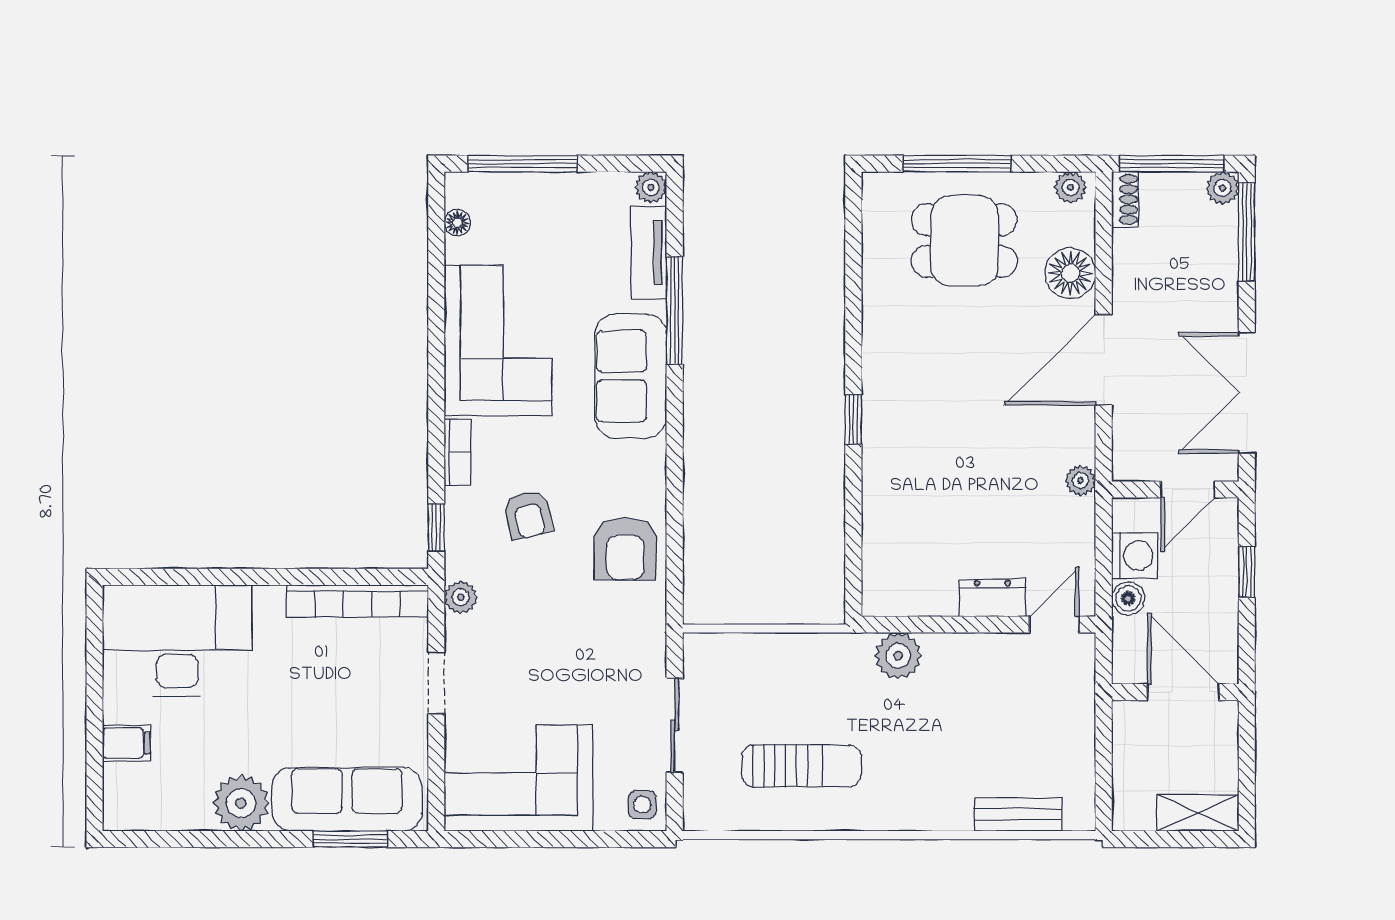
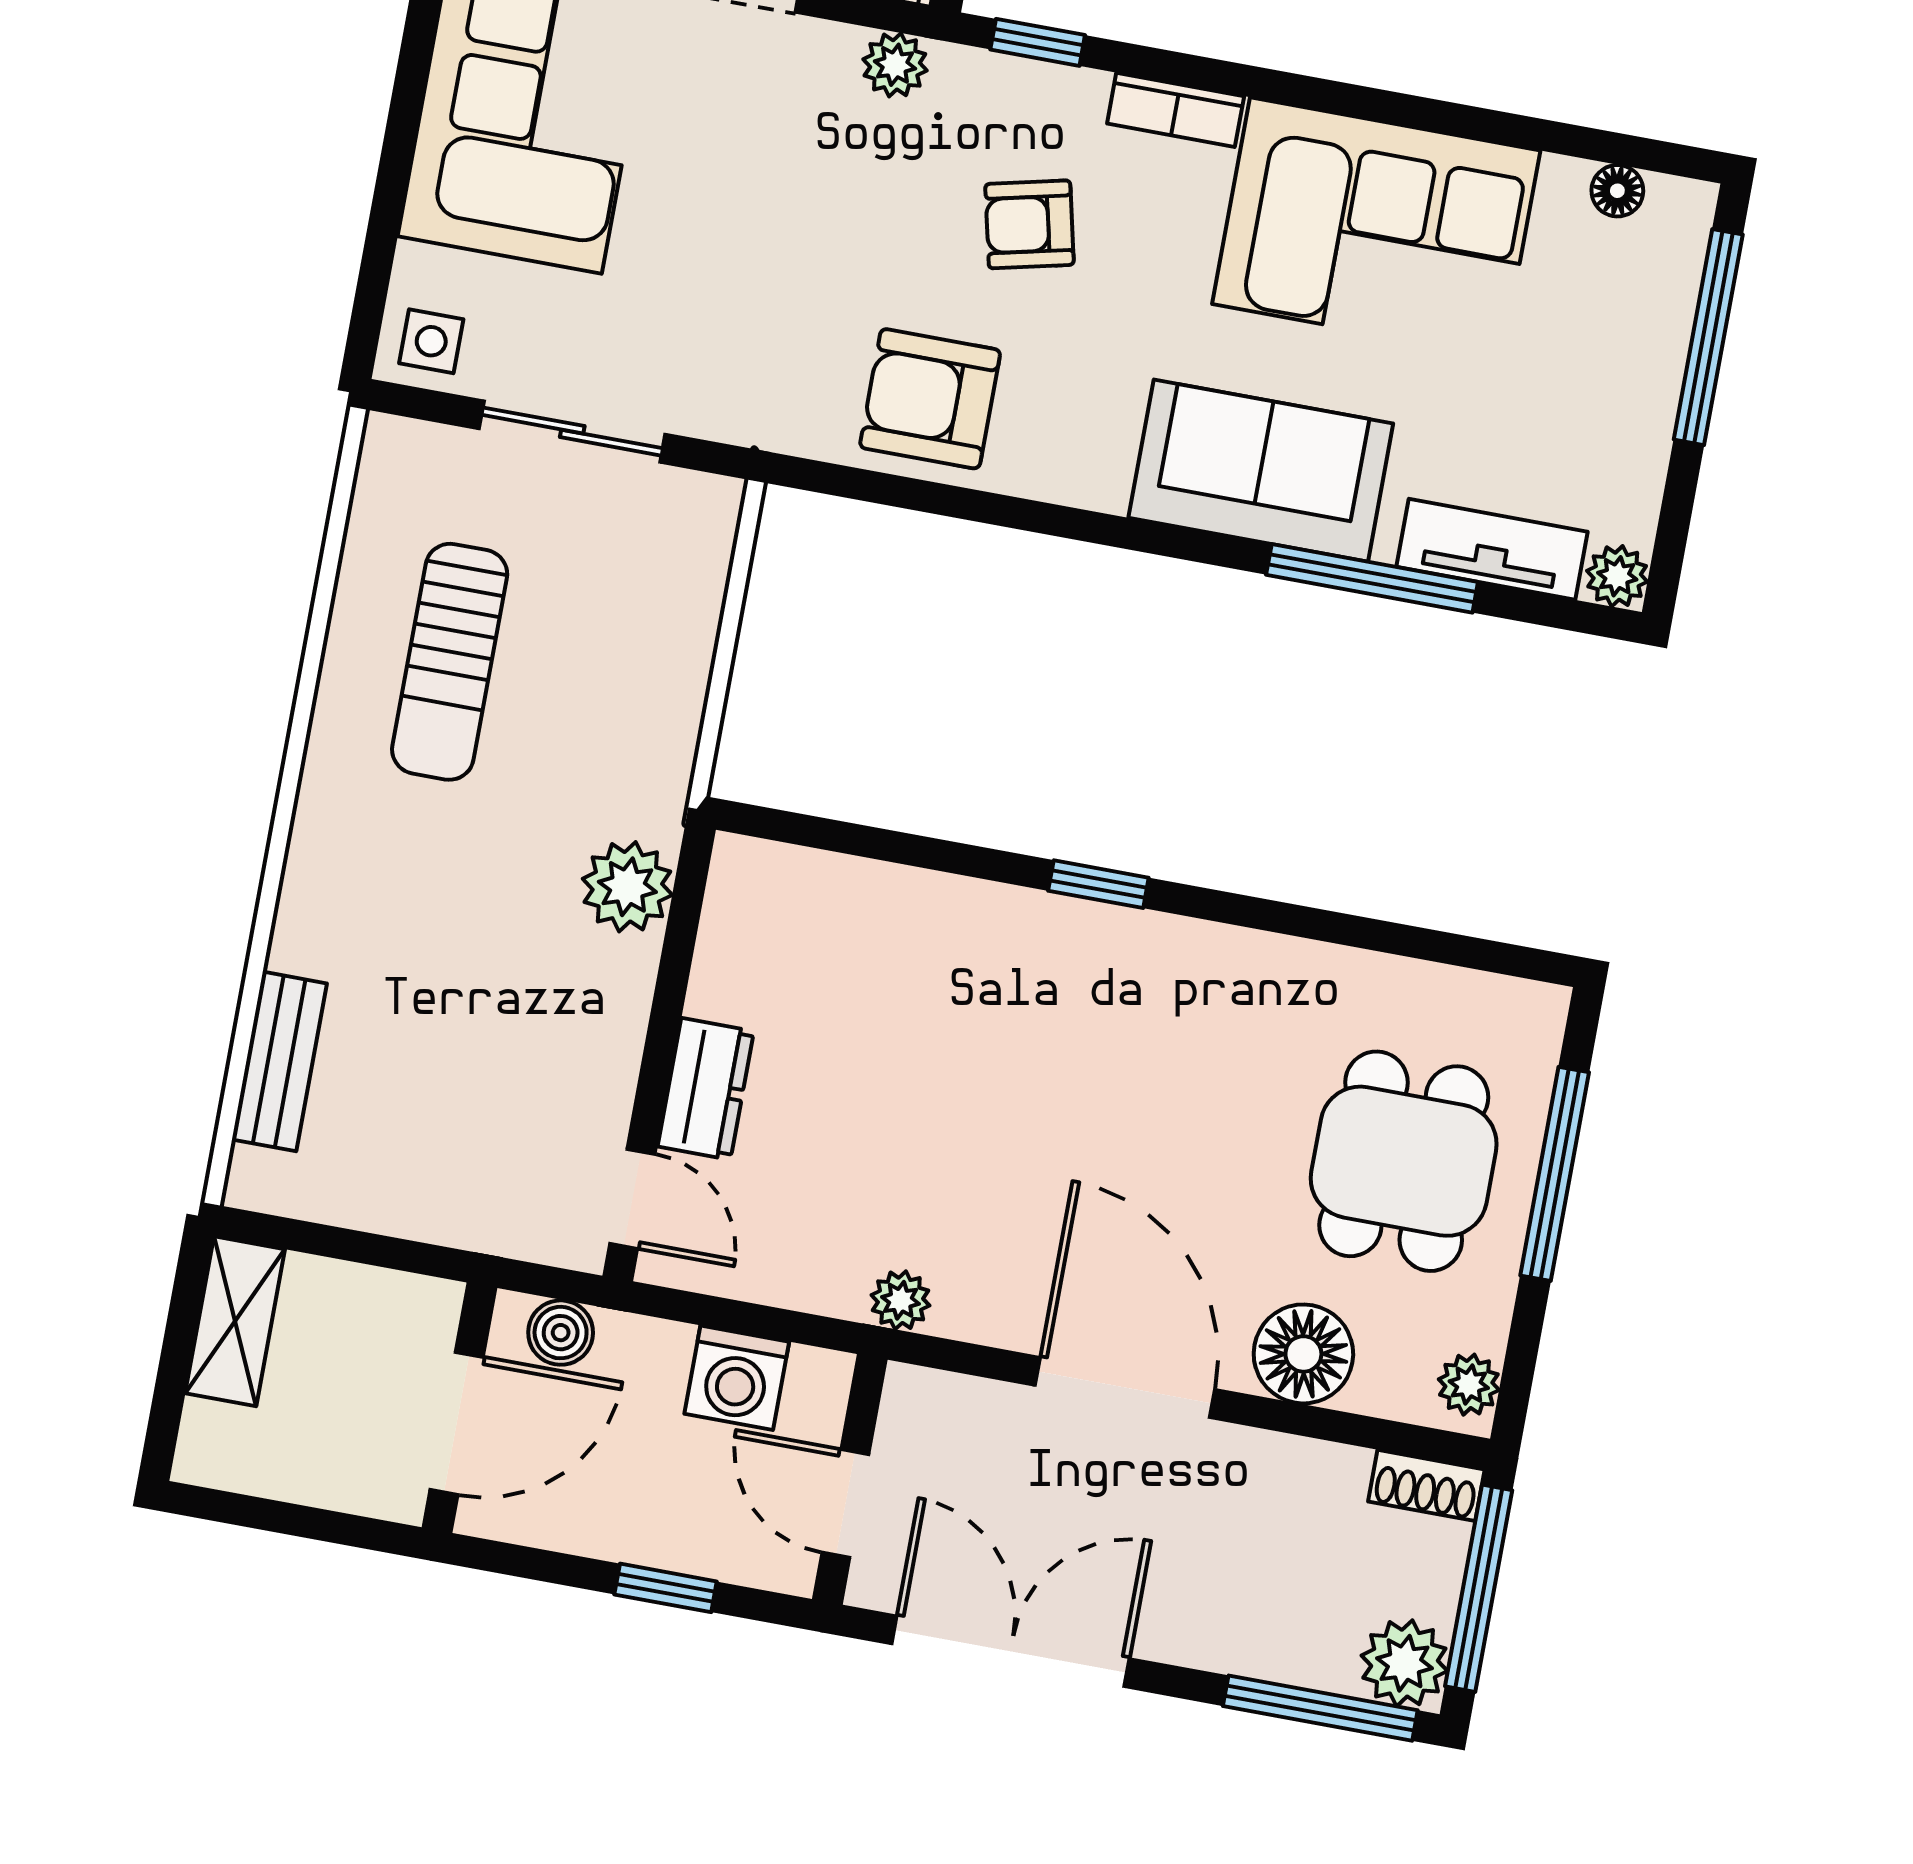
plant: (1222, 188) -> (1404, 1663), width x1.38, depth x1.38
boiler: (1128, 598) -> (561, 1333), moved
shelving: (1198, 813) -> (235, 1321), moved

